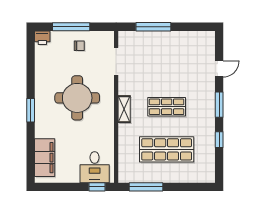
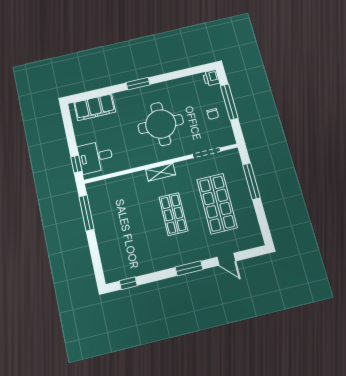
window: (219, 140) -> (128, 283), moved
shop shelf: (167, 149) -> (217, 204), moved

